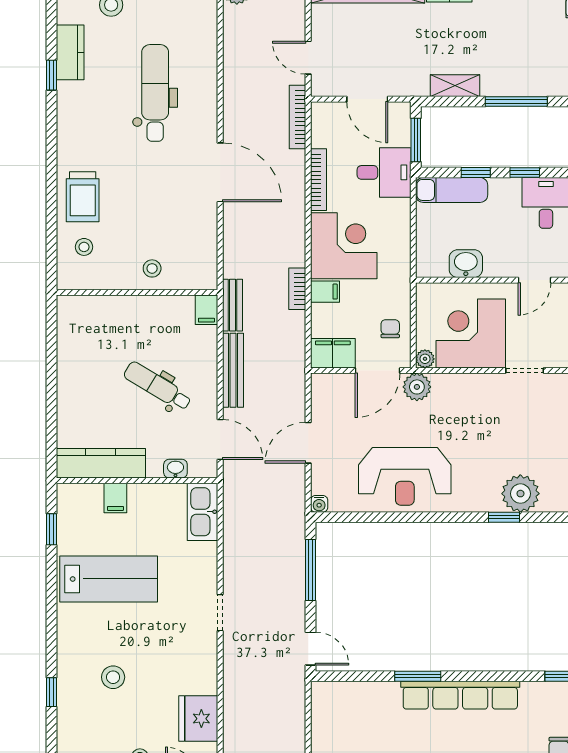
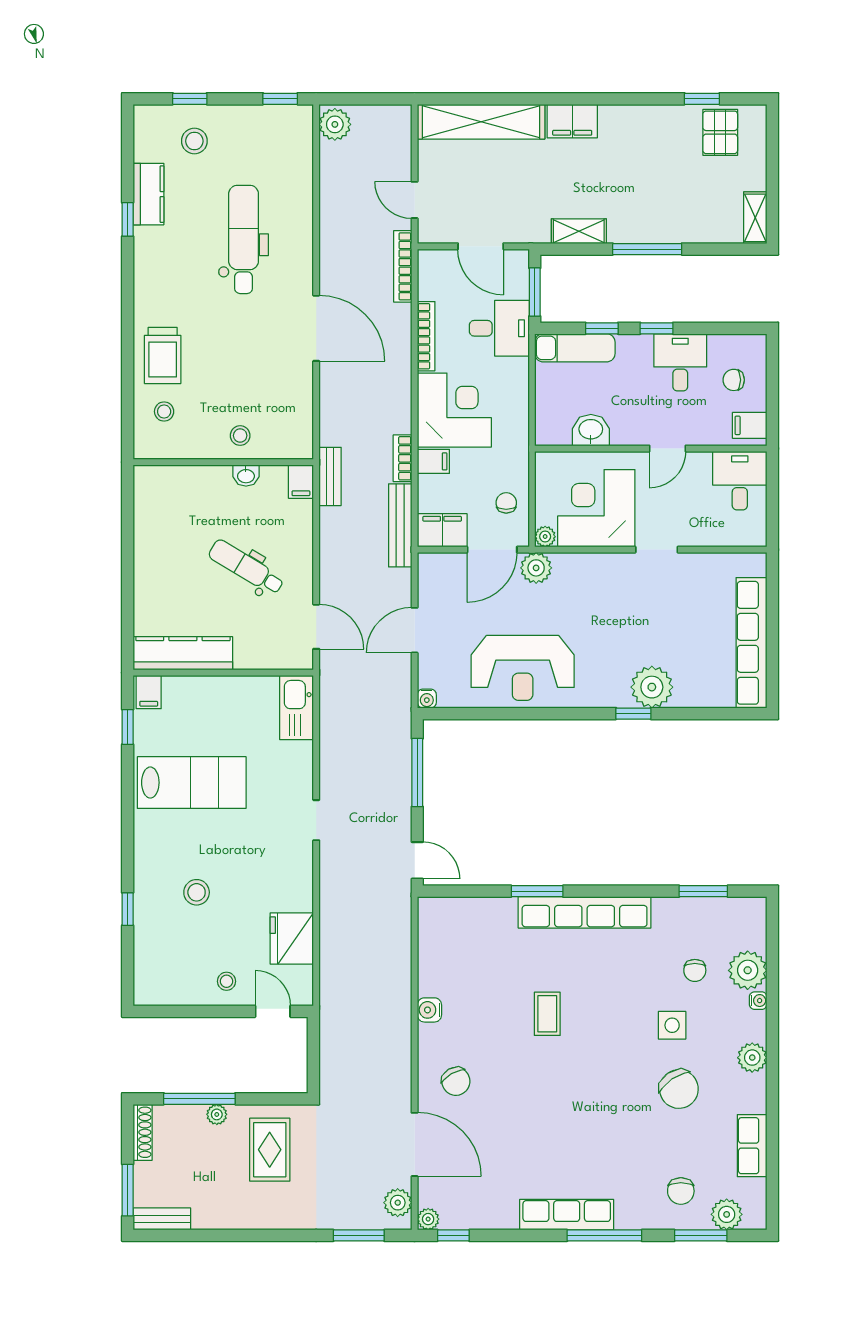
bench: (233, 370) -> (400, 525), moved
washbasin: (175, 469) -> (246, 476), moved, turned 180
filing cabinet: (115, 498) -> (149, 692), moved

